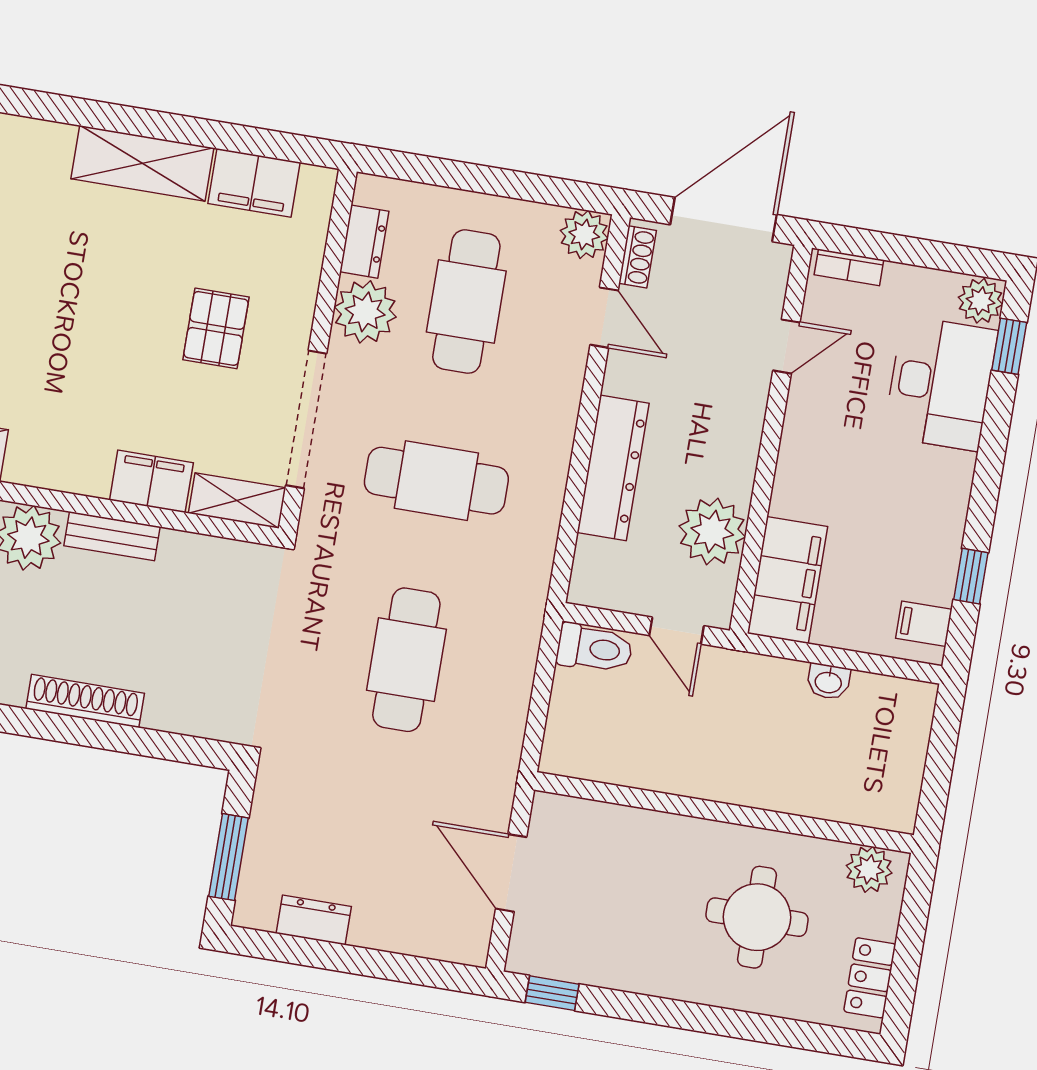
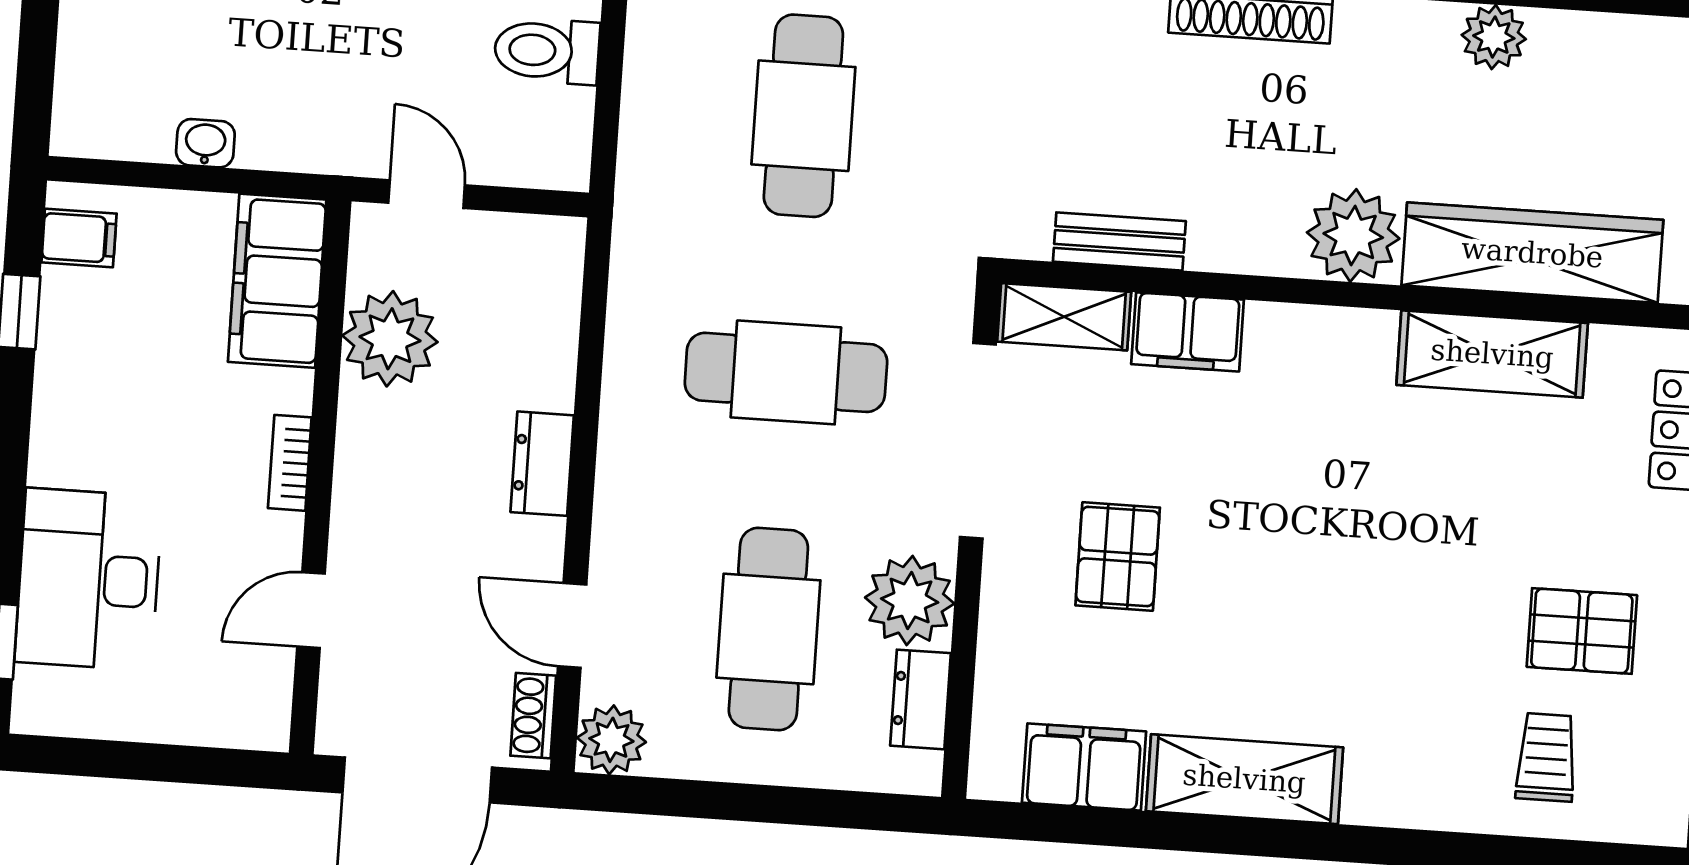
bookcase: (849, 267) -> (290, 463), moved, turned -90
plant: (980, 301) -> (44, 701), removed
dresser: (613, 468) -> (542, 464), width x0.51, depth x0.80
bench: (112, 536) -> (1119, 241), moved
toilet: (595, 648) -> (547, 51), moved

